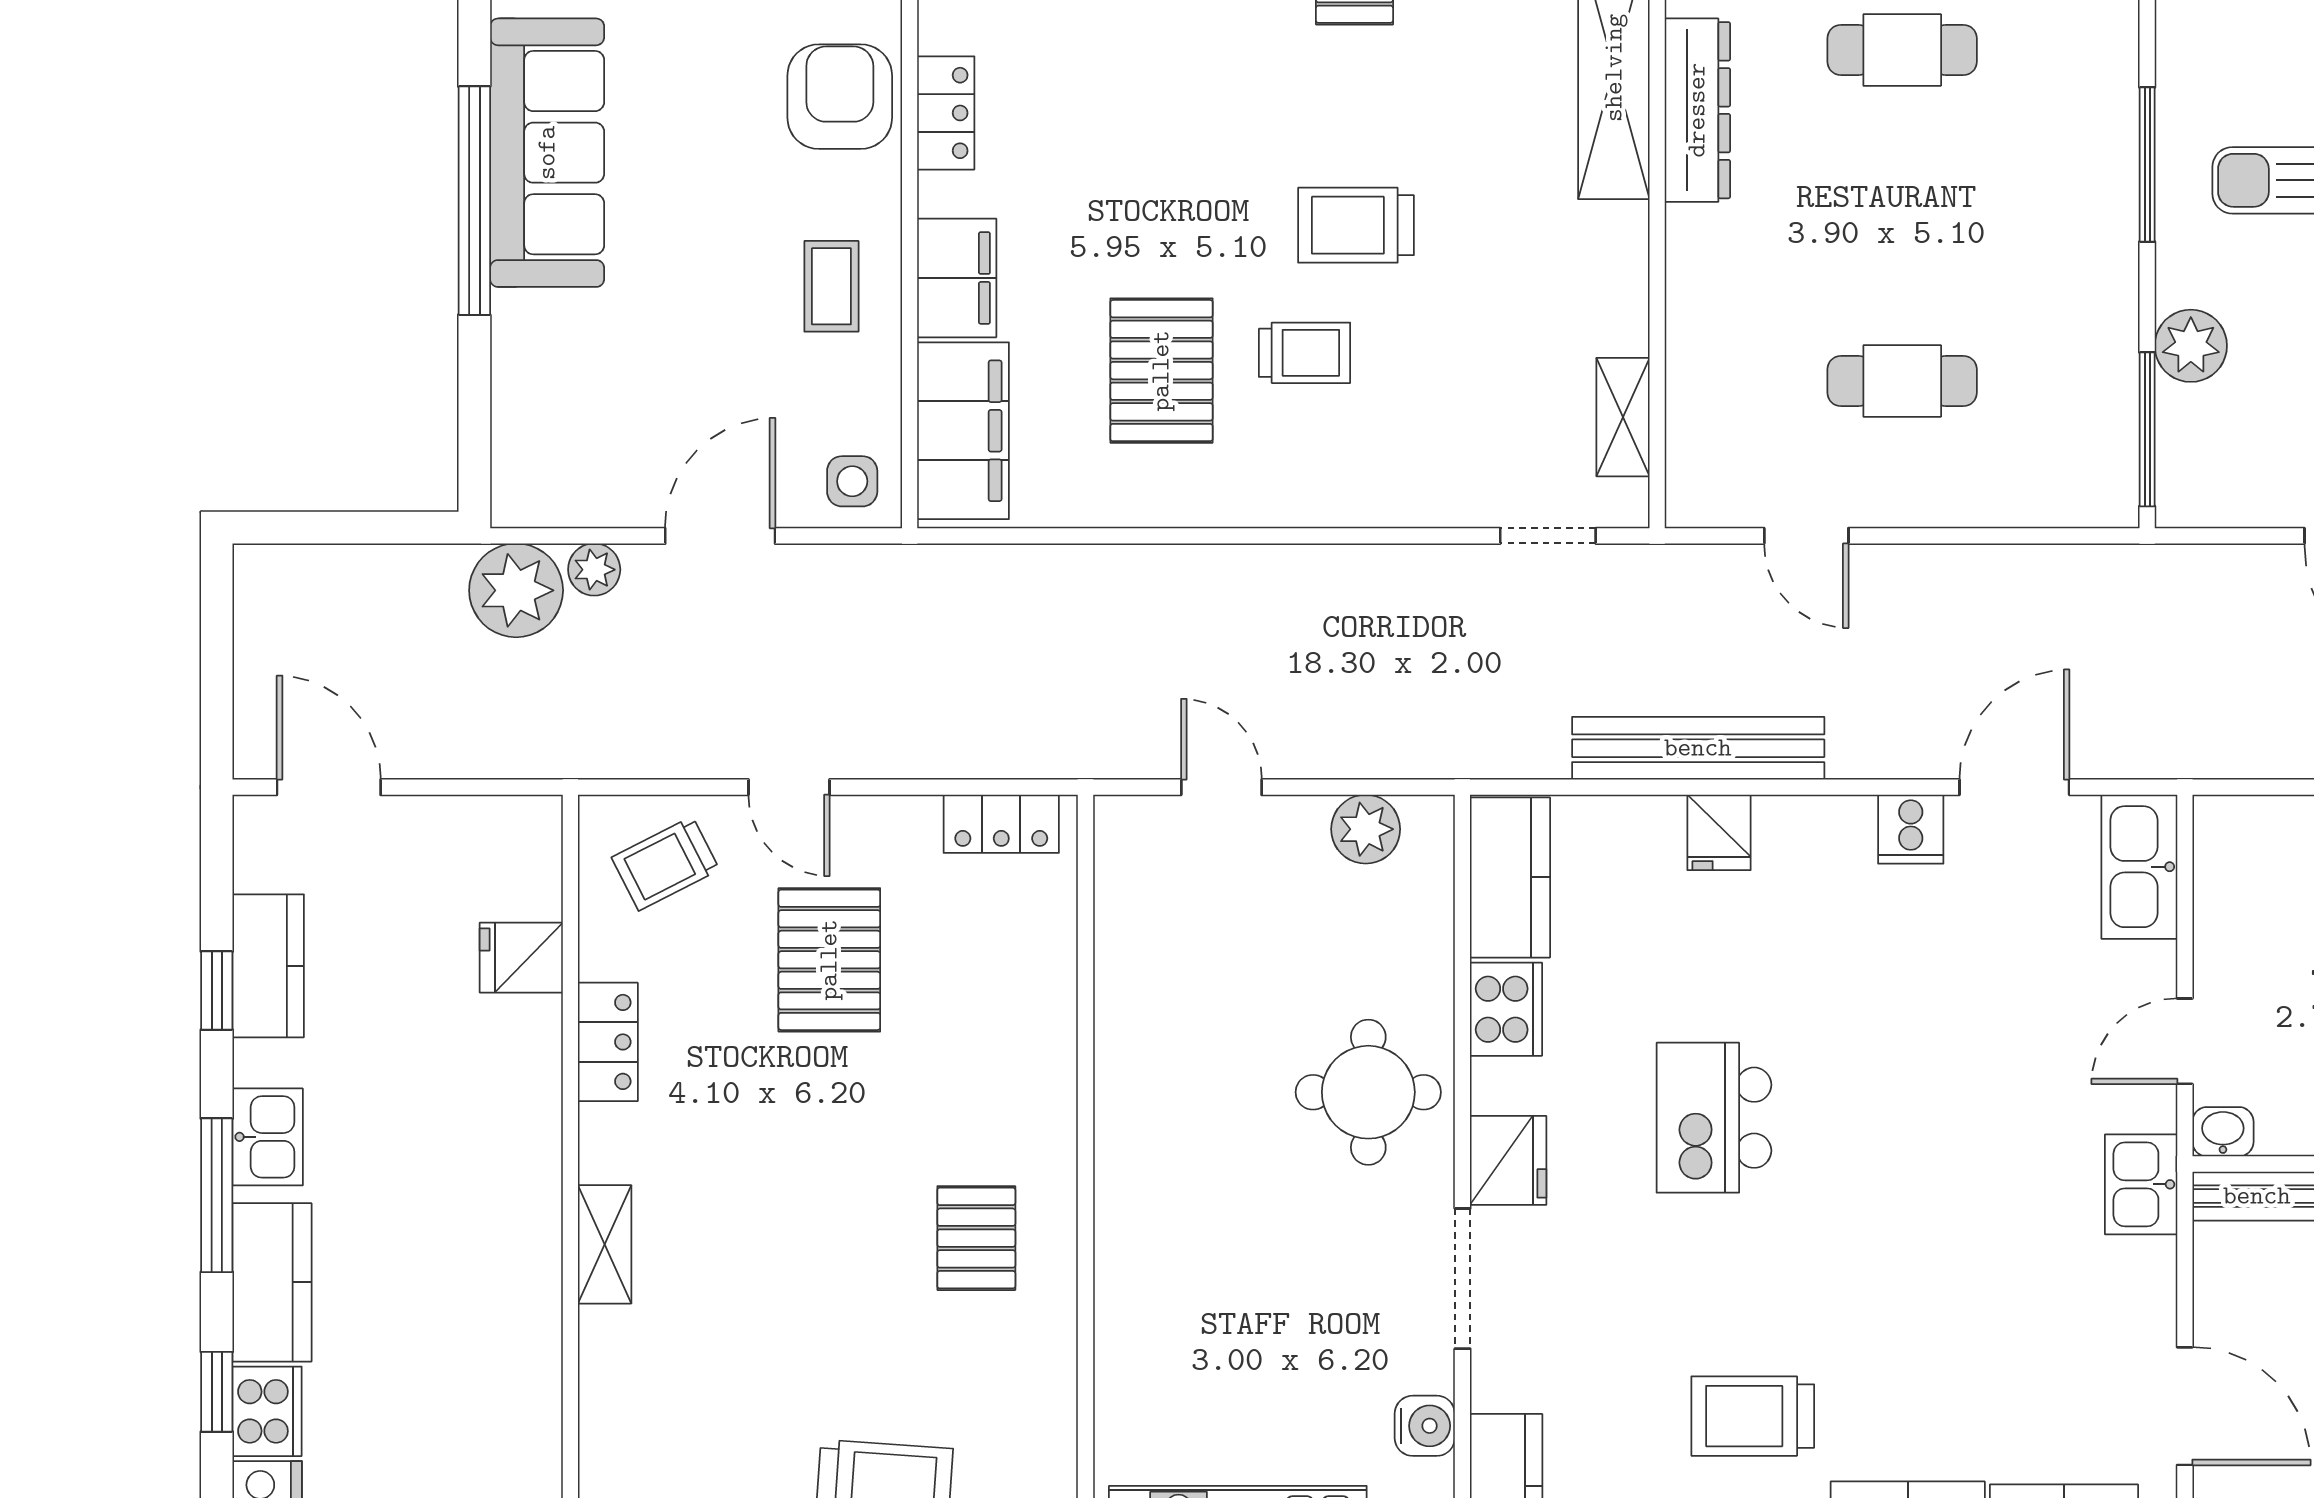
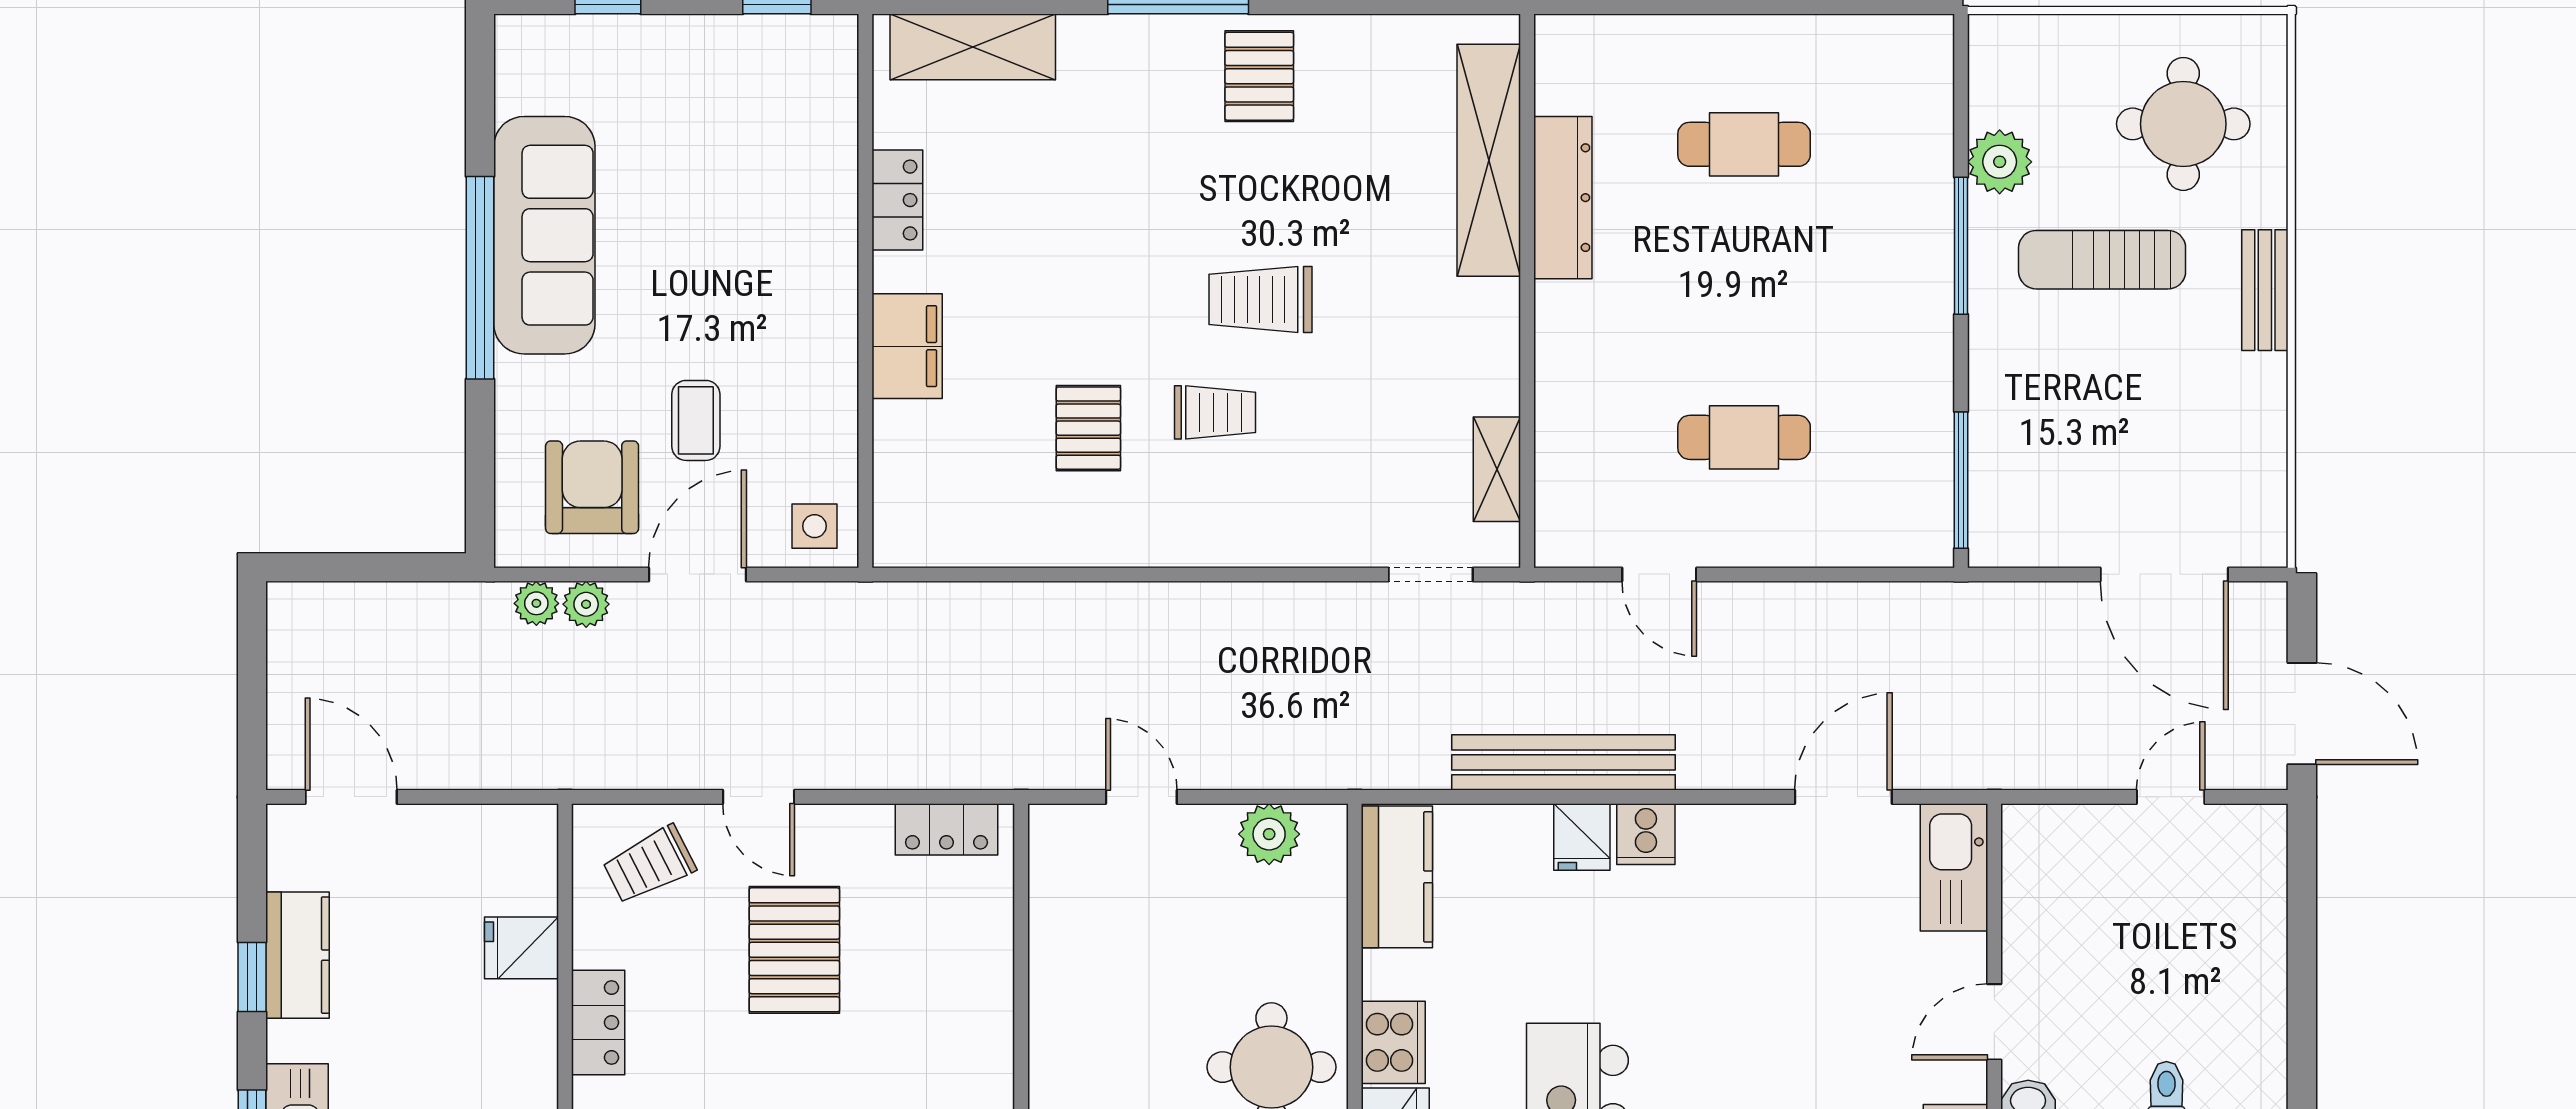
armchair: (840, 97) -> (592, 487), moved
coffee table: (831, 286) -> (696, 420), moved
plant: (2191, 346) -> (2000, 162), moved
pallet: (1161, 371) -> (1088, 428), width x0.67, depth x0.71
filing cabinet: (963, 431) -> (913, 481), removed
plant: (516, 590) -> (536, 603), width x0.53, depth x0.53
cooker: (1911, 829) -> (1646, 834), moved
cooker: (1506, 1009) -> (1393, 1042), moved

